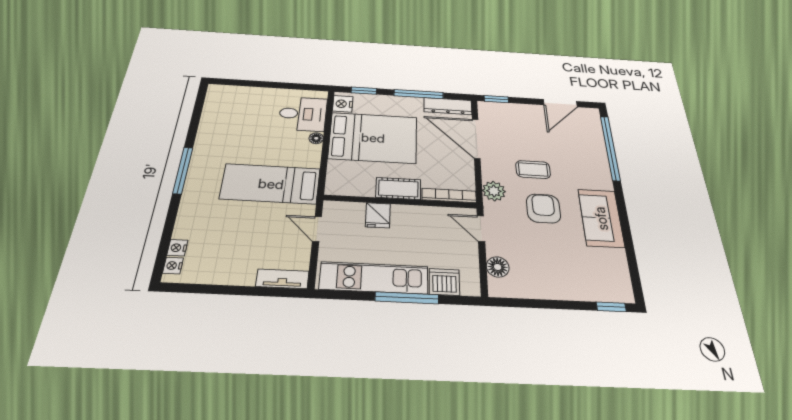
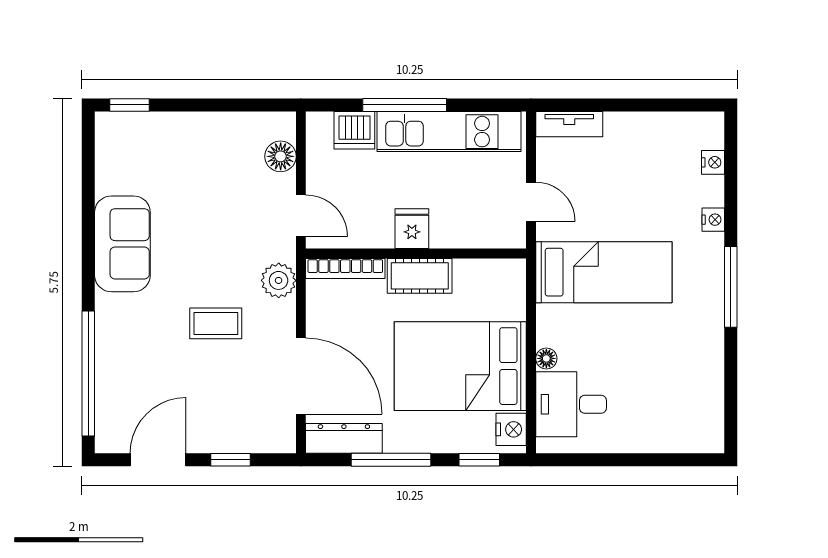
window: (496, 99) -> (231, 460), moved
armchair: (543, 208) -> (207, 255), removed
fridge: (378, 215) -> (412, 229), moved
nightstand: (173, 266) -> (713, 220), moved

